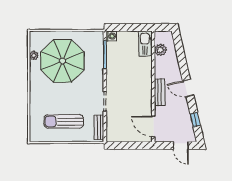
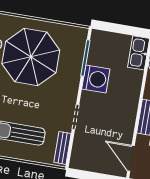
washing machine: (111, 36) -> (96, 79), moved, width x1.89, depth x1.89

